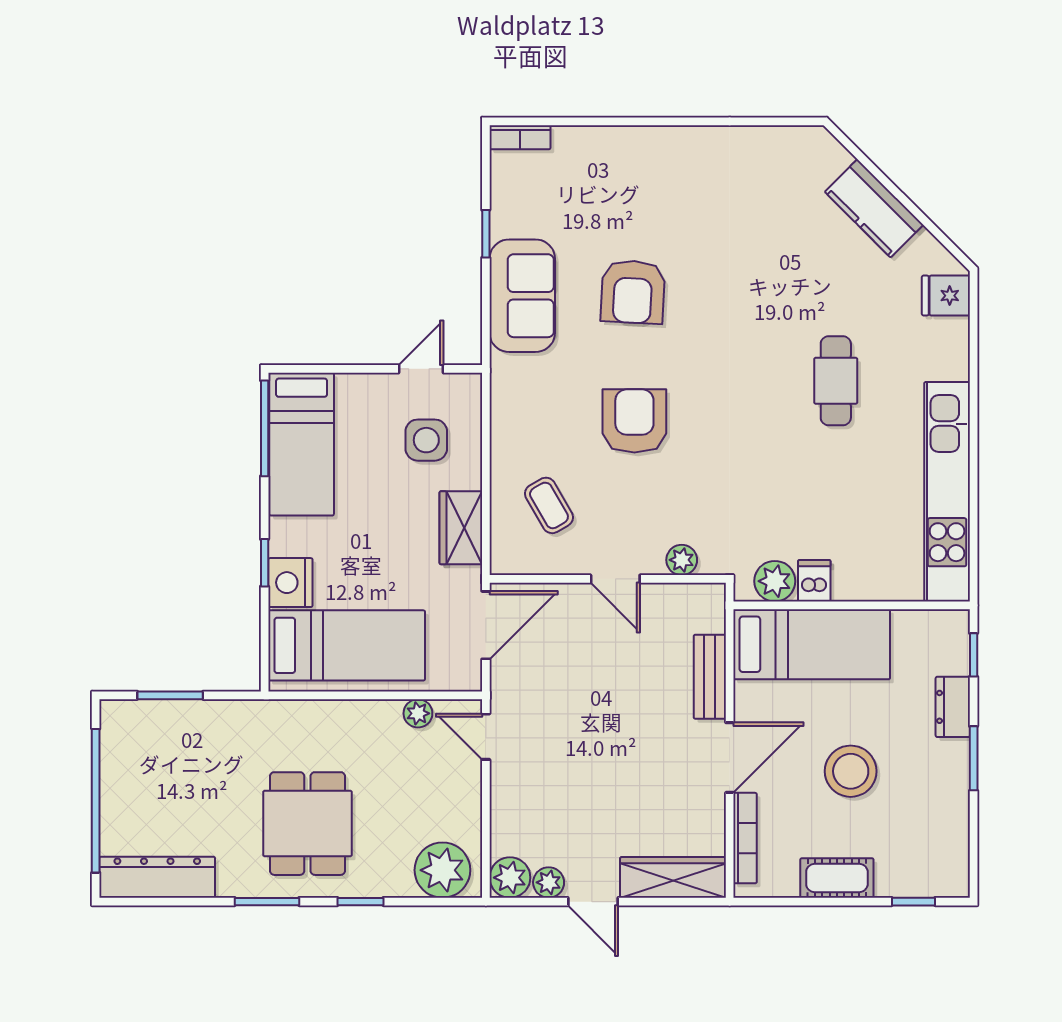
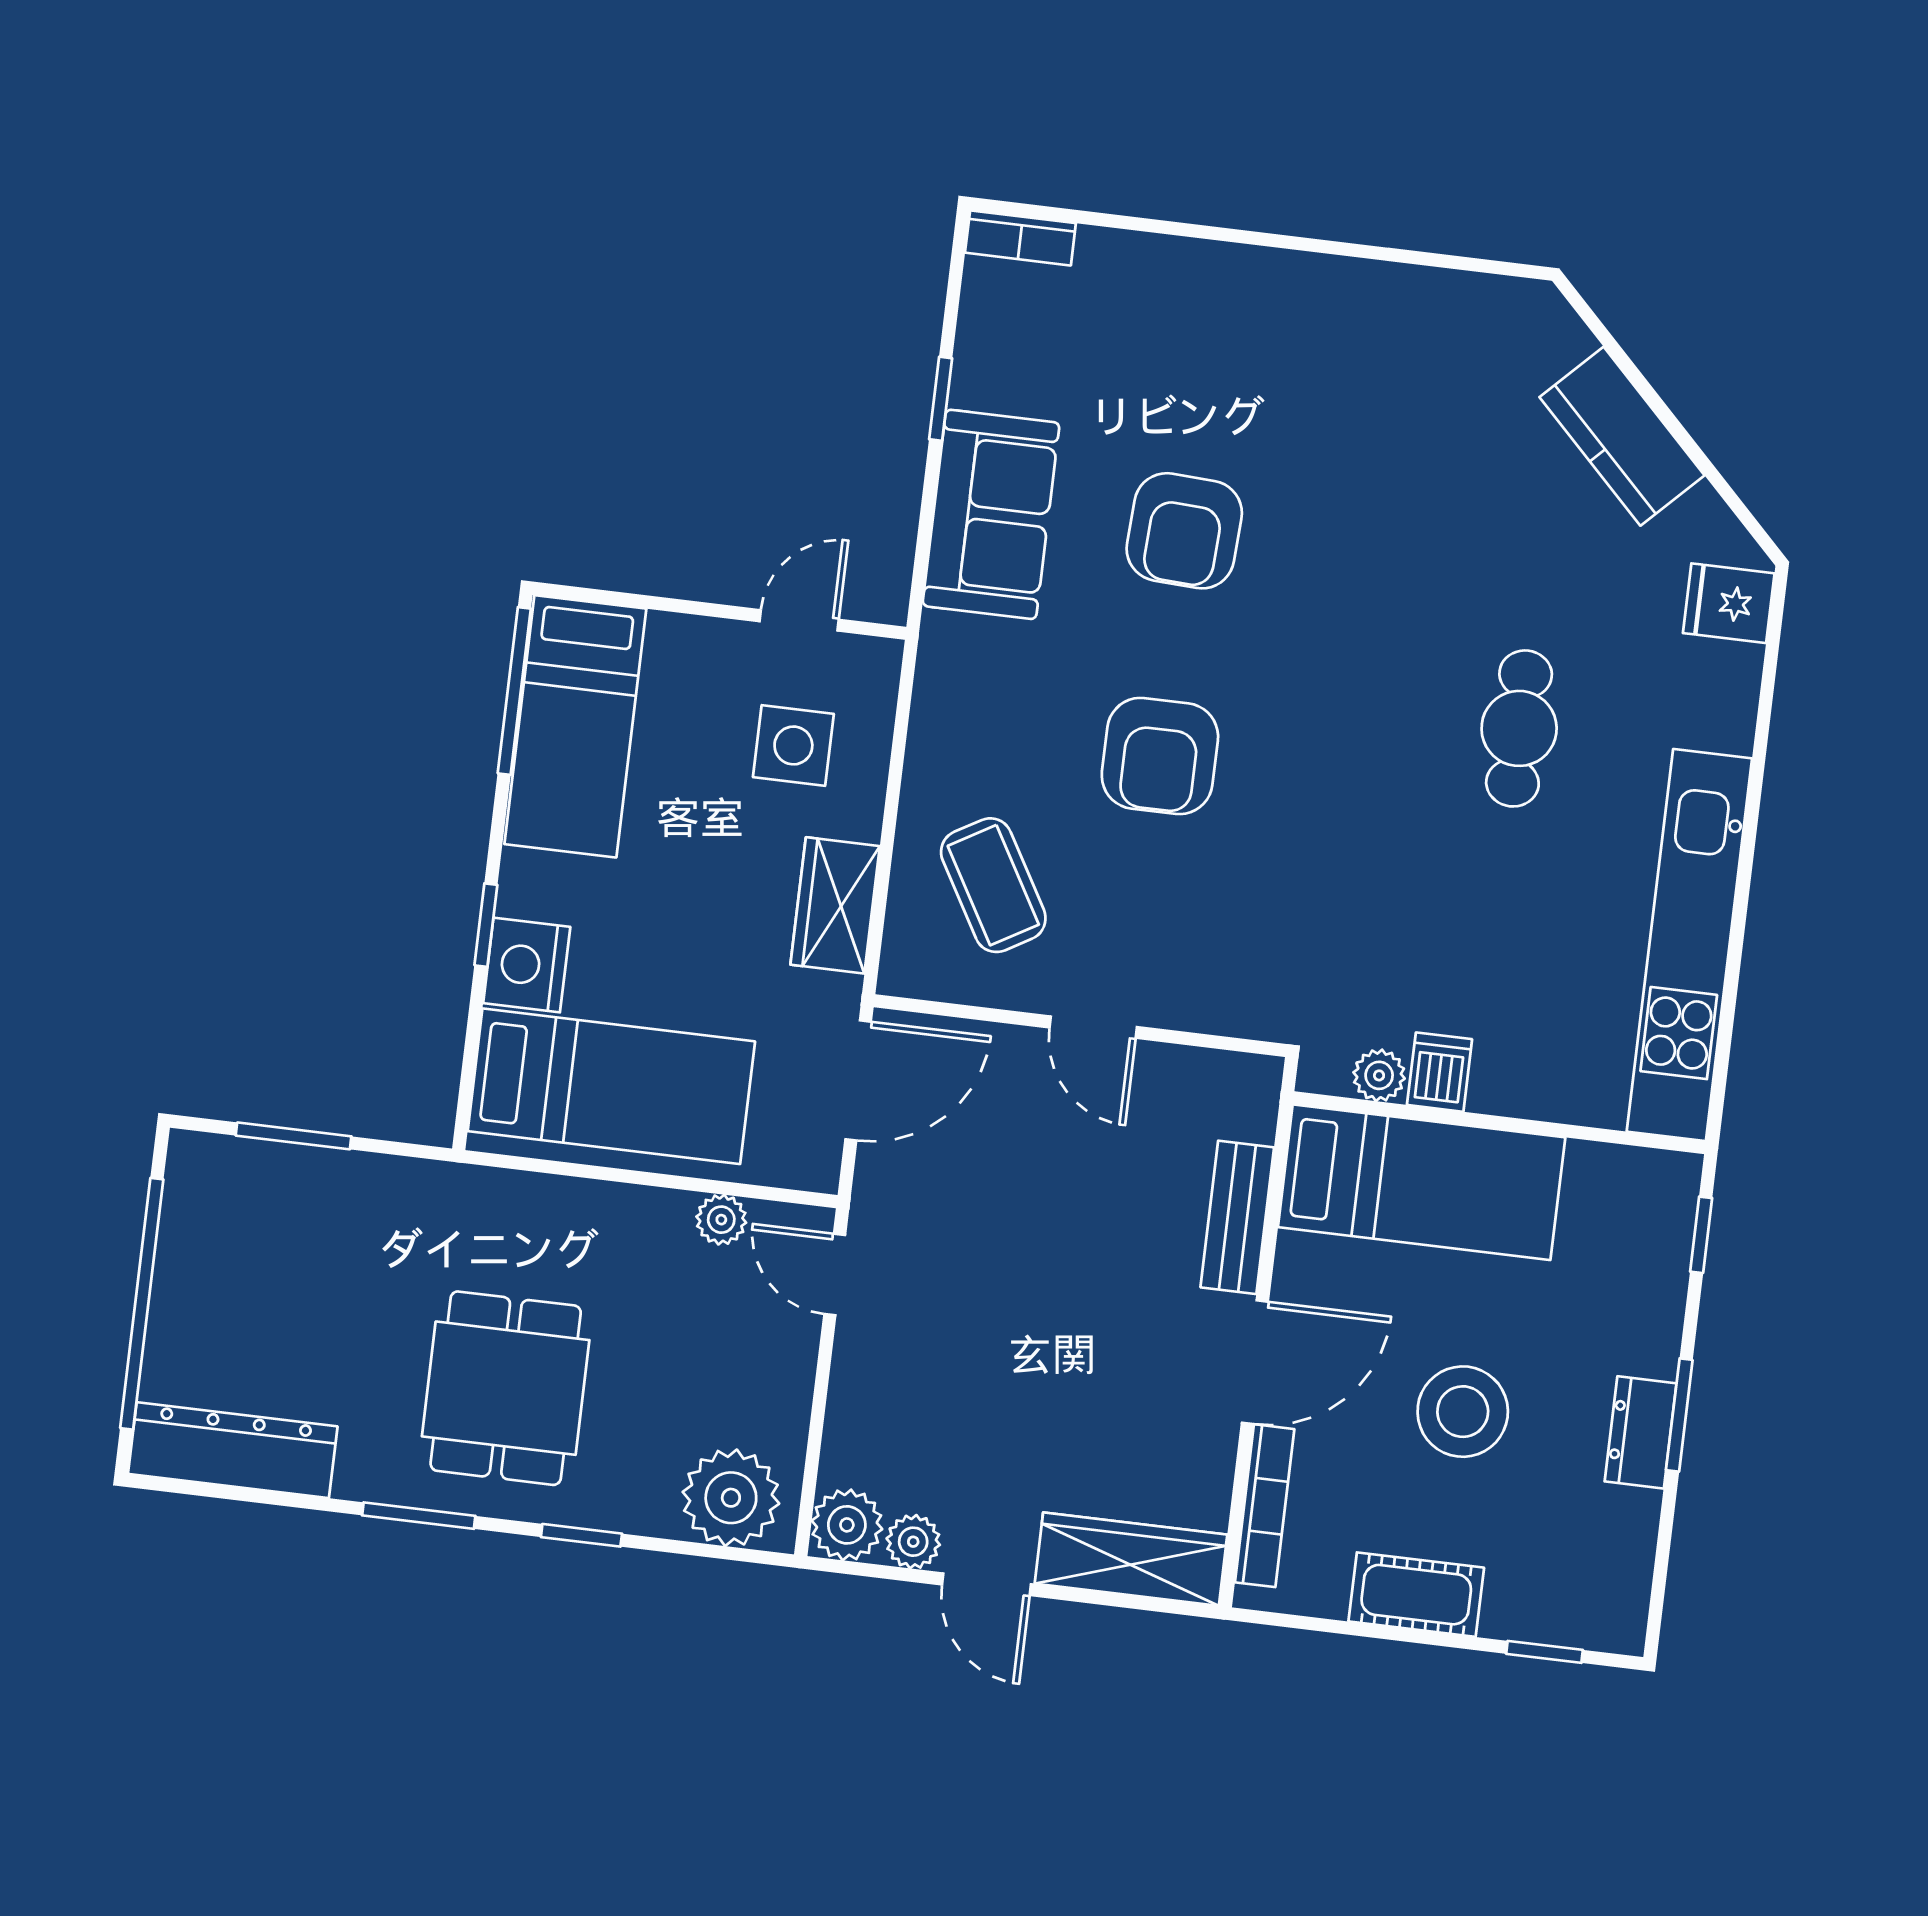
armchair: (634, 421) -> (1160, 756), turned 180
coffee table: (549, 505) -> (993, 885), width x1.36, depth x1.30
plant: (682, 560) -> (1213, 1008), removed
plant: (775, 581) -> (1379, 1075), width x0.73, depth x0.73
dresser: (953, 707) -> (1641, 1432), moved

